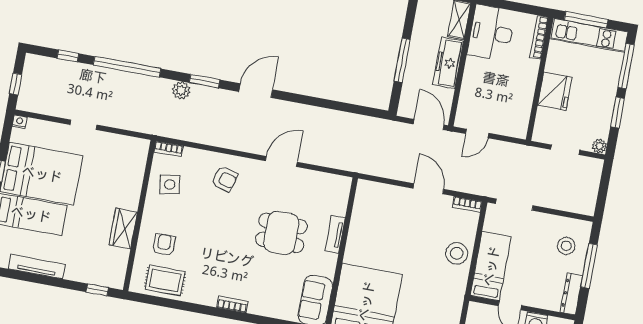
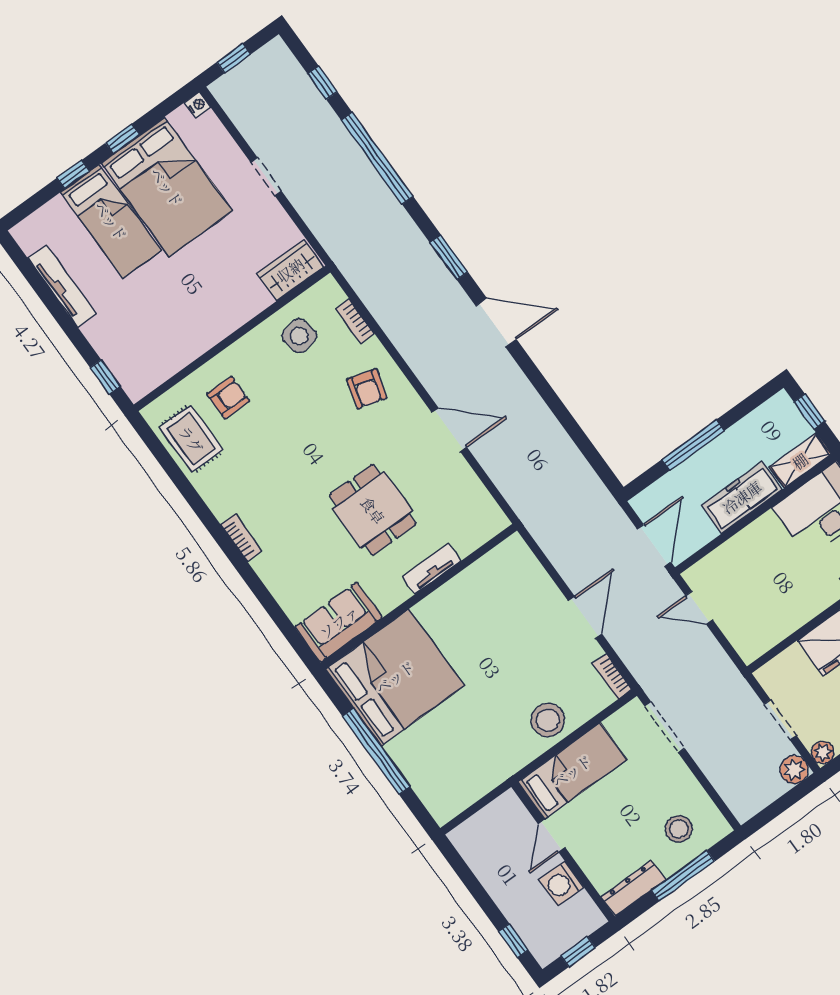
plant: (181, 90) -> (794, 770), moved
bookcase: (169, 149) -> (355, 321), moved
wardrobe: (123, 228) -> (290, 270), moved

